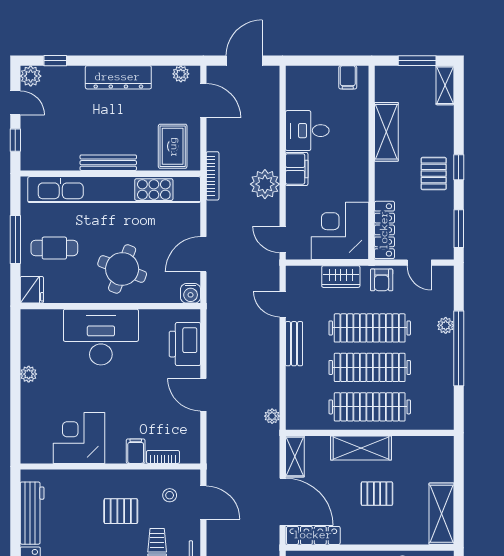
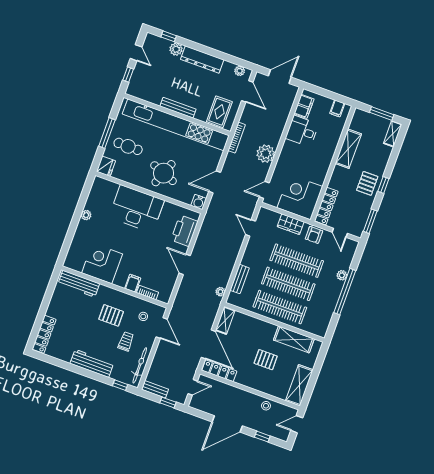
plant: (31, 76) -> (176, 49), moved
filing cabinet: (297, 169) -> (304, 106), moved
door: (283, 239) -> (264, 190), hinge flipped
bench: (294, 344) -> (240, 279), moved
shelving: (361, 448) -> (294, 339), moved
workbench: (32, 513) -> (79, 284), moved, turned 90

